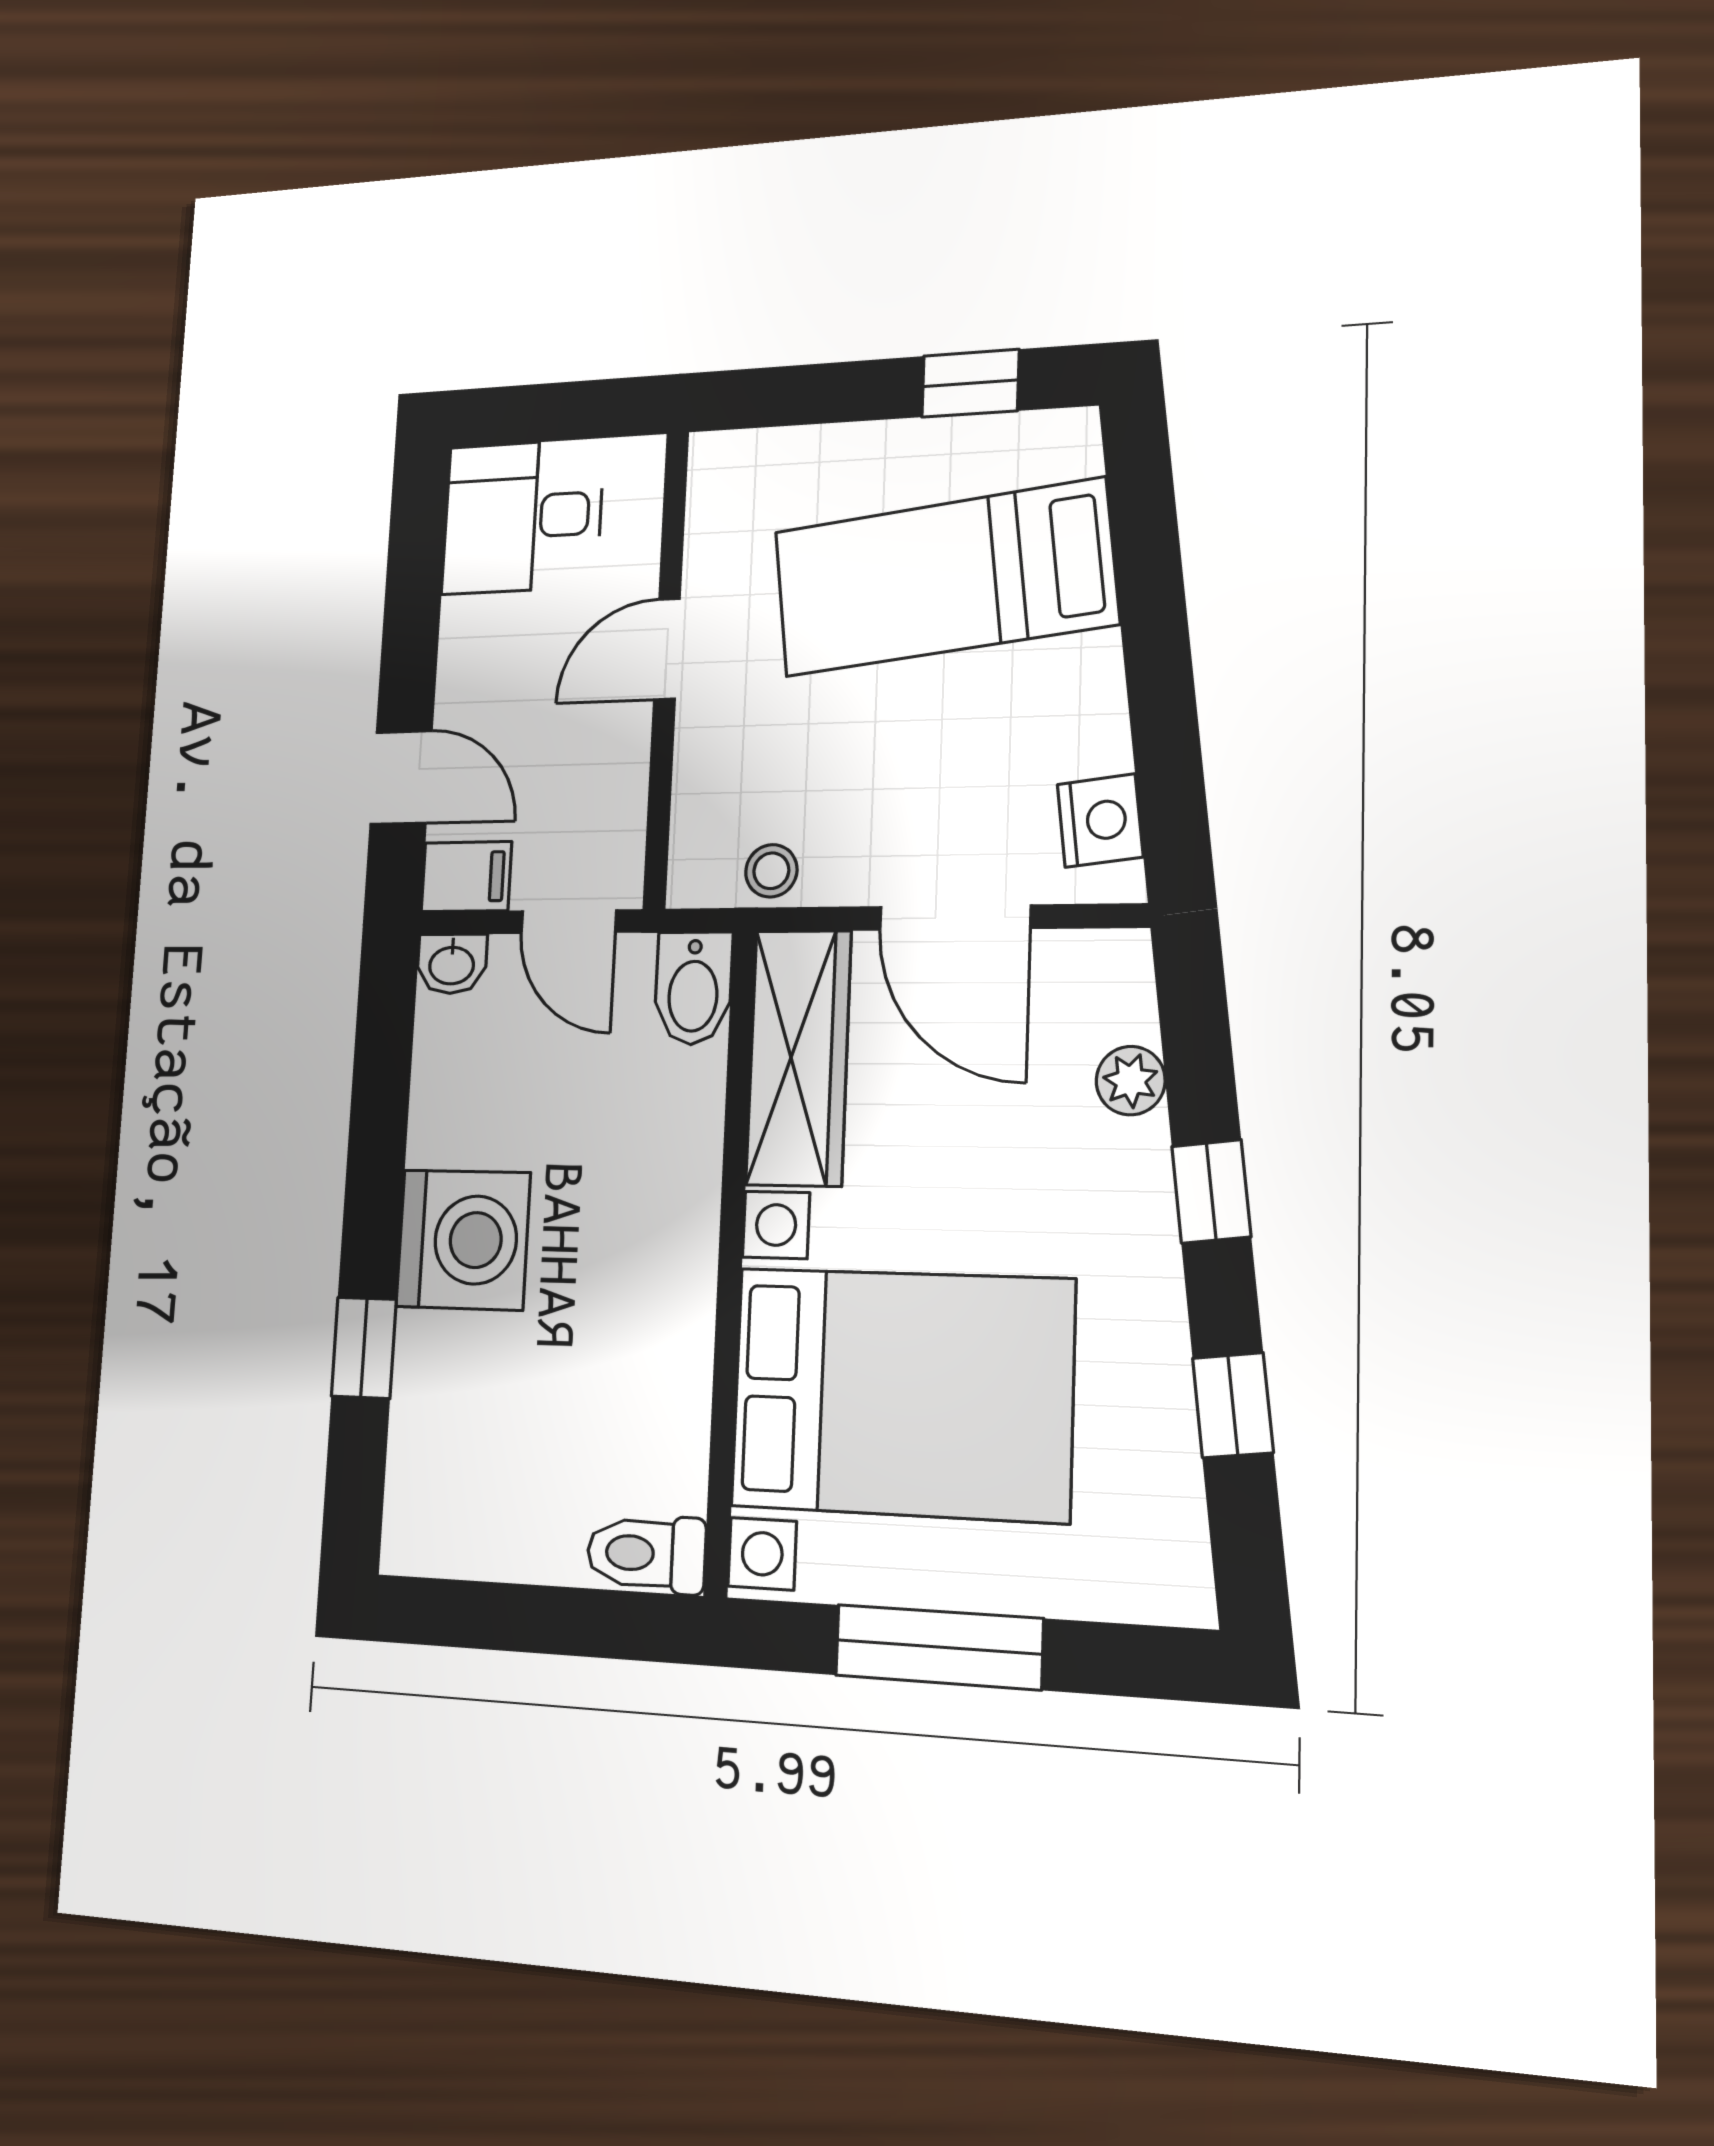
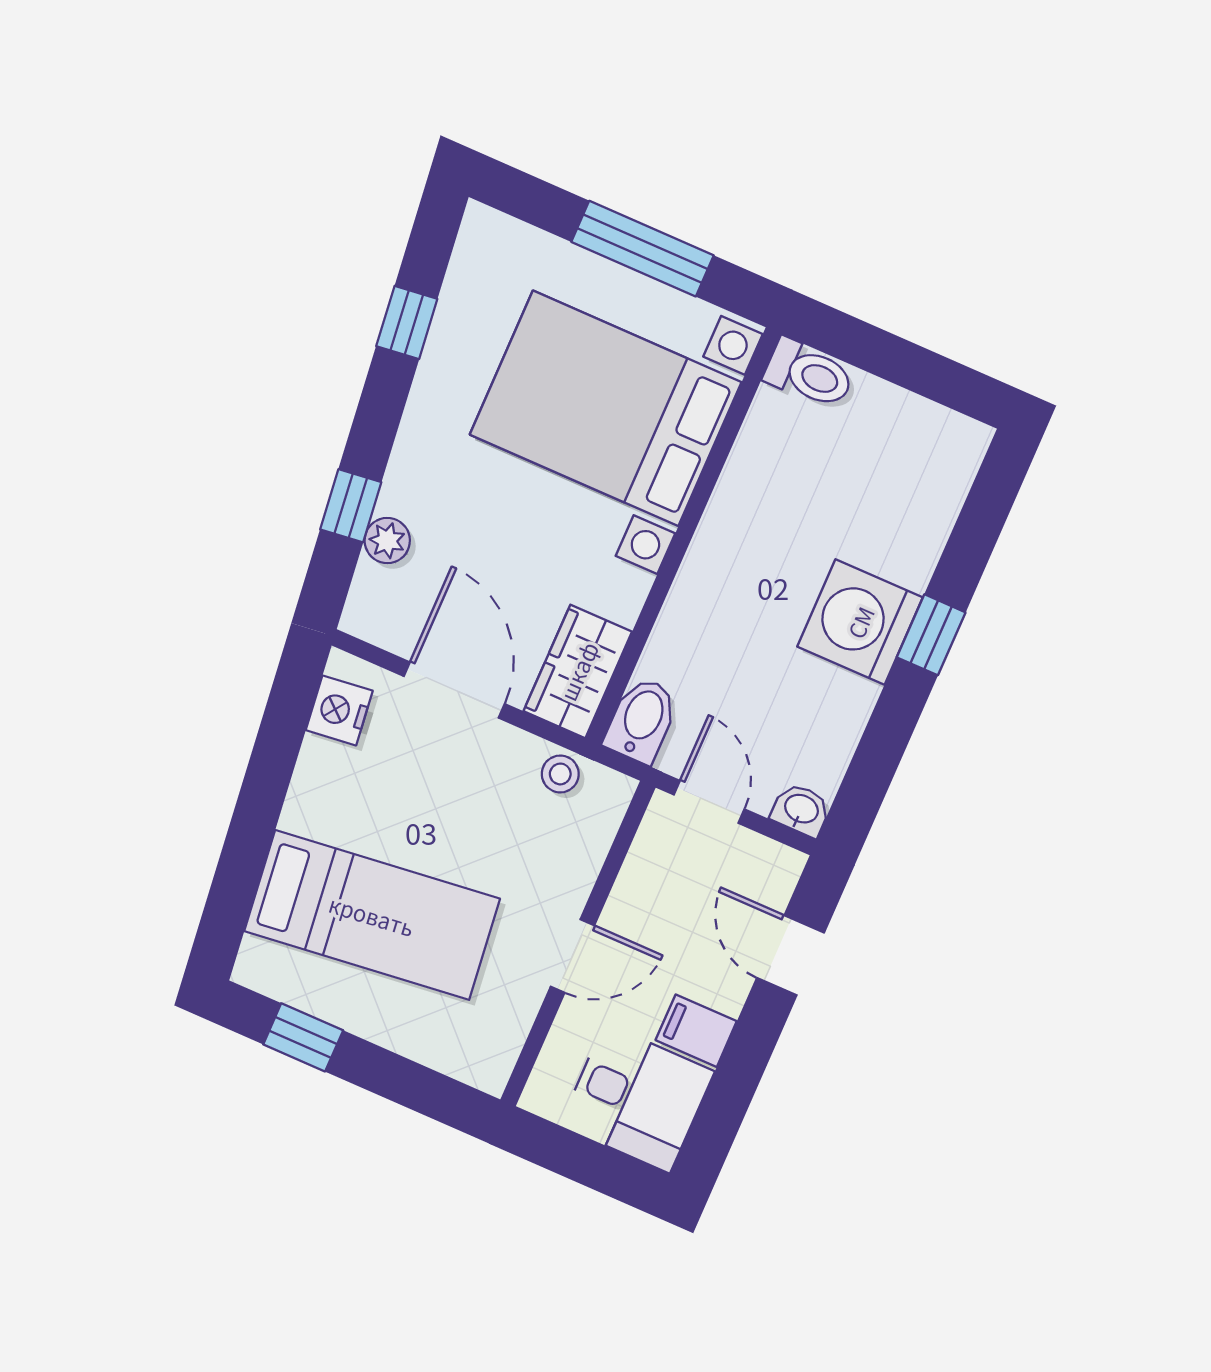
filing cabinet: (466, 877) -> (696, 1031), moved
wardrobe: (799, 1058) -> (578, 671), width x0.67
window: (1211, 1191) -> (351, 506), moved
window: (364, 1348) -> (931, 635), moved

